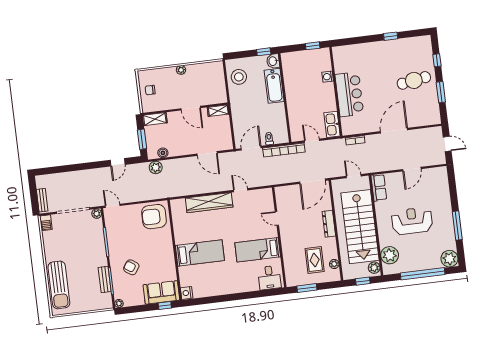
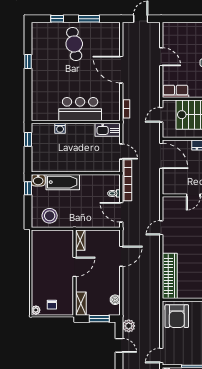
plant: (181, 70) -> (36, 310), moved
door: (312, 141) -> (121, 151), swing flipped
plant: (156, 167) -> (129, 326), moved
wardrobe: (209, 203) -> (170, 276), moved

